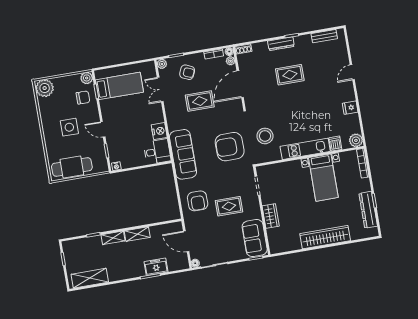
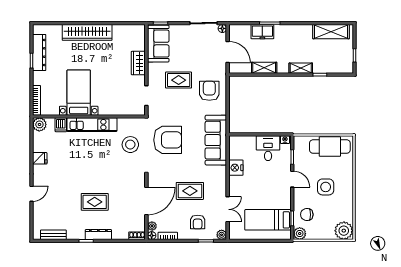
armchair: (187, 72) -> (198, 222), turned -114
desk: (157, 152) -> (268, 148), moved, turned 90
shelving: (137, 234) -> (264, 68), moved

